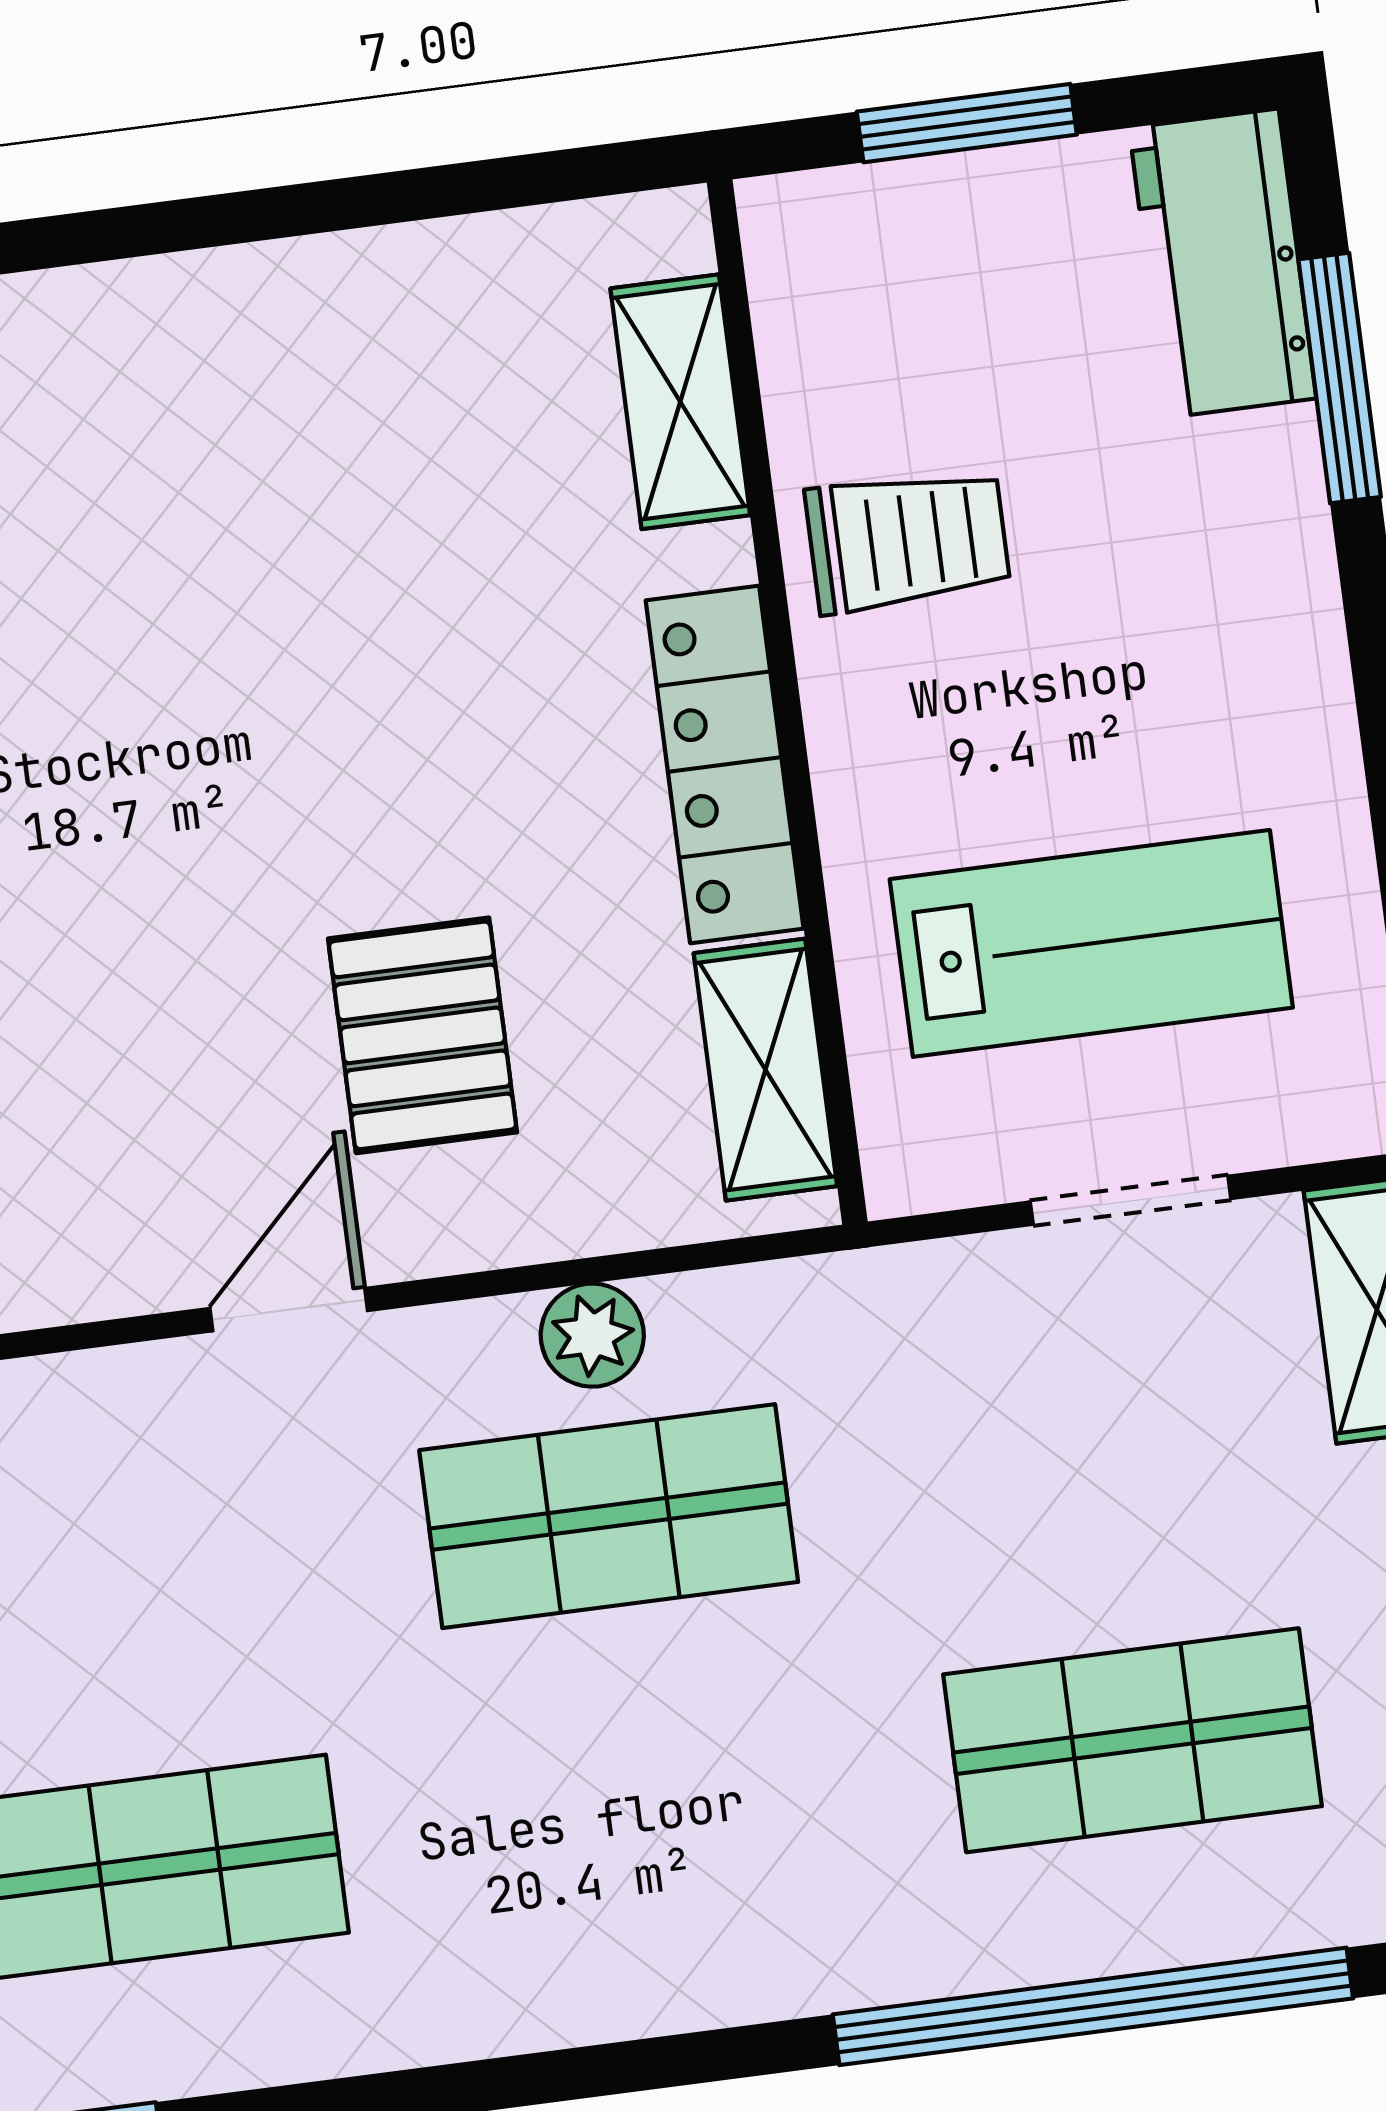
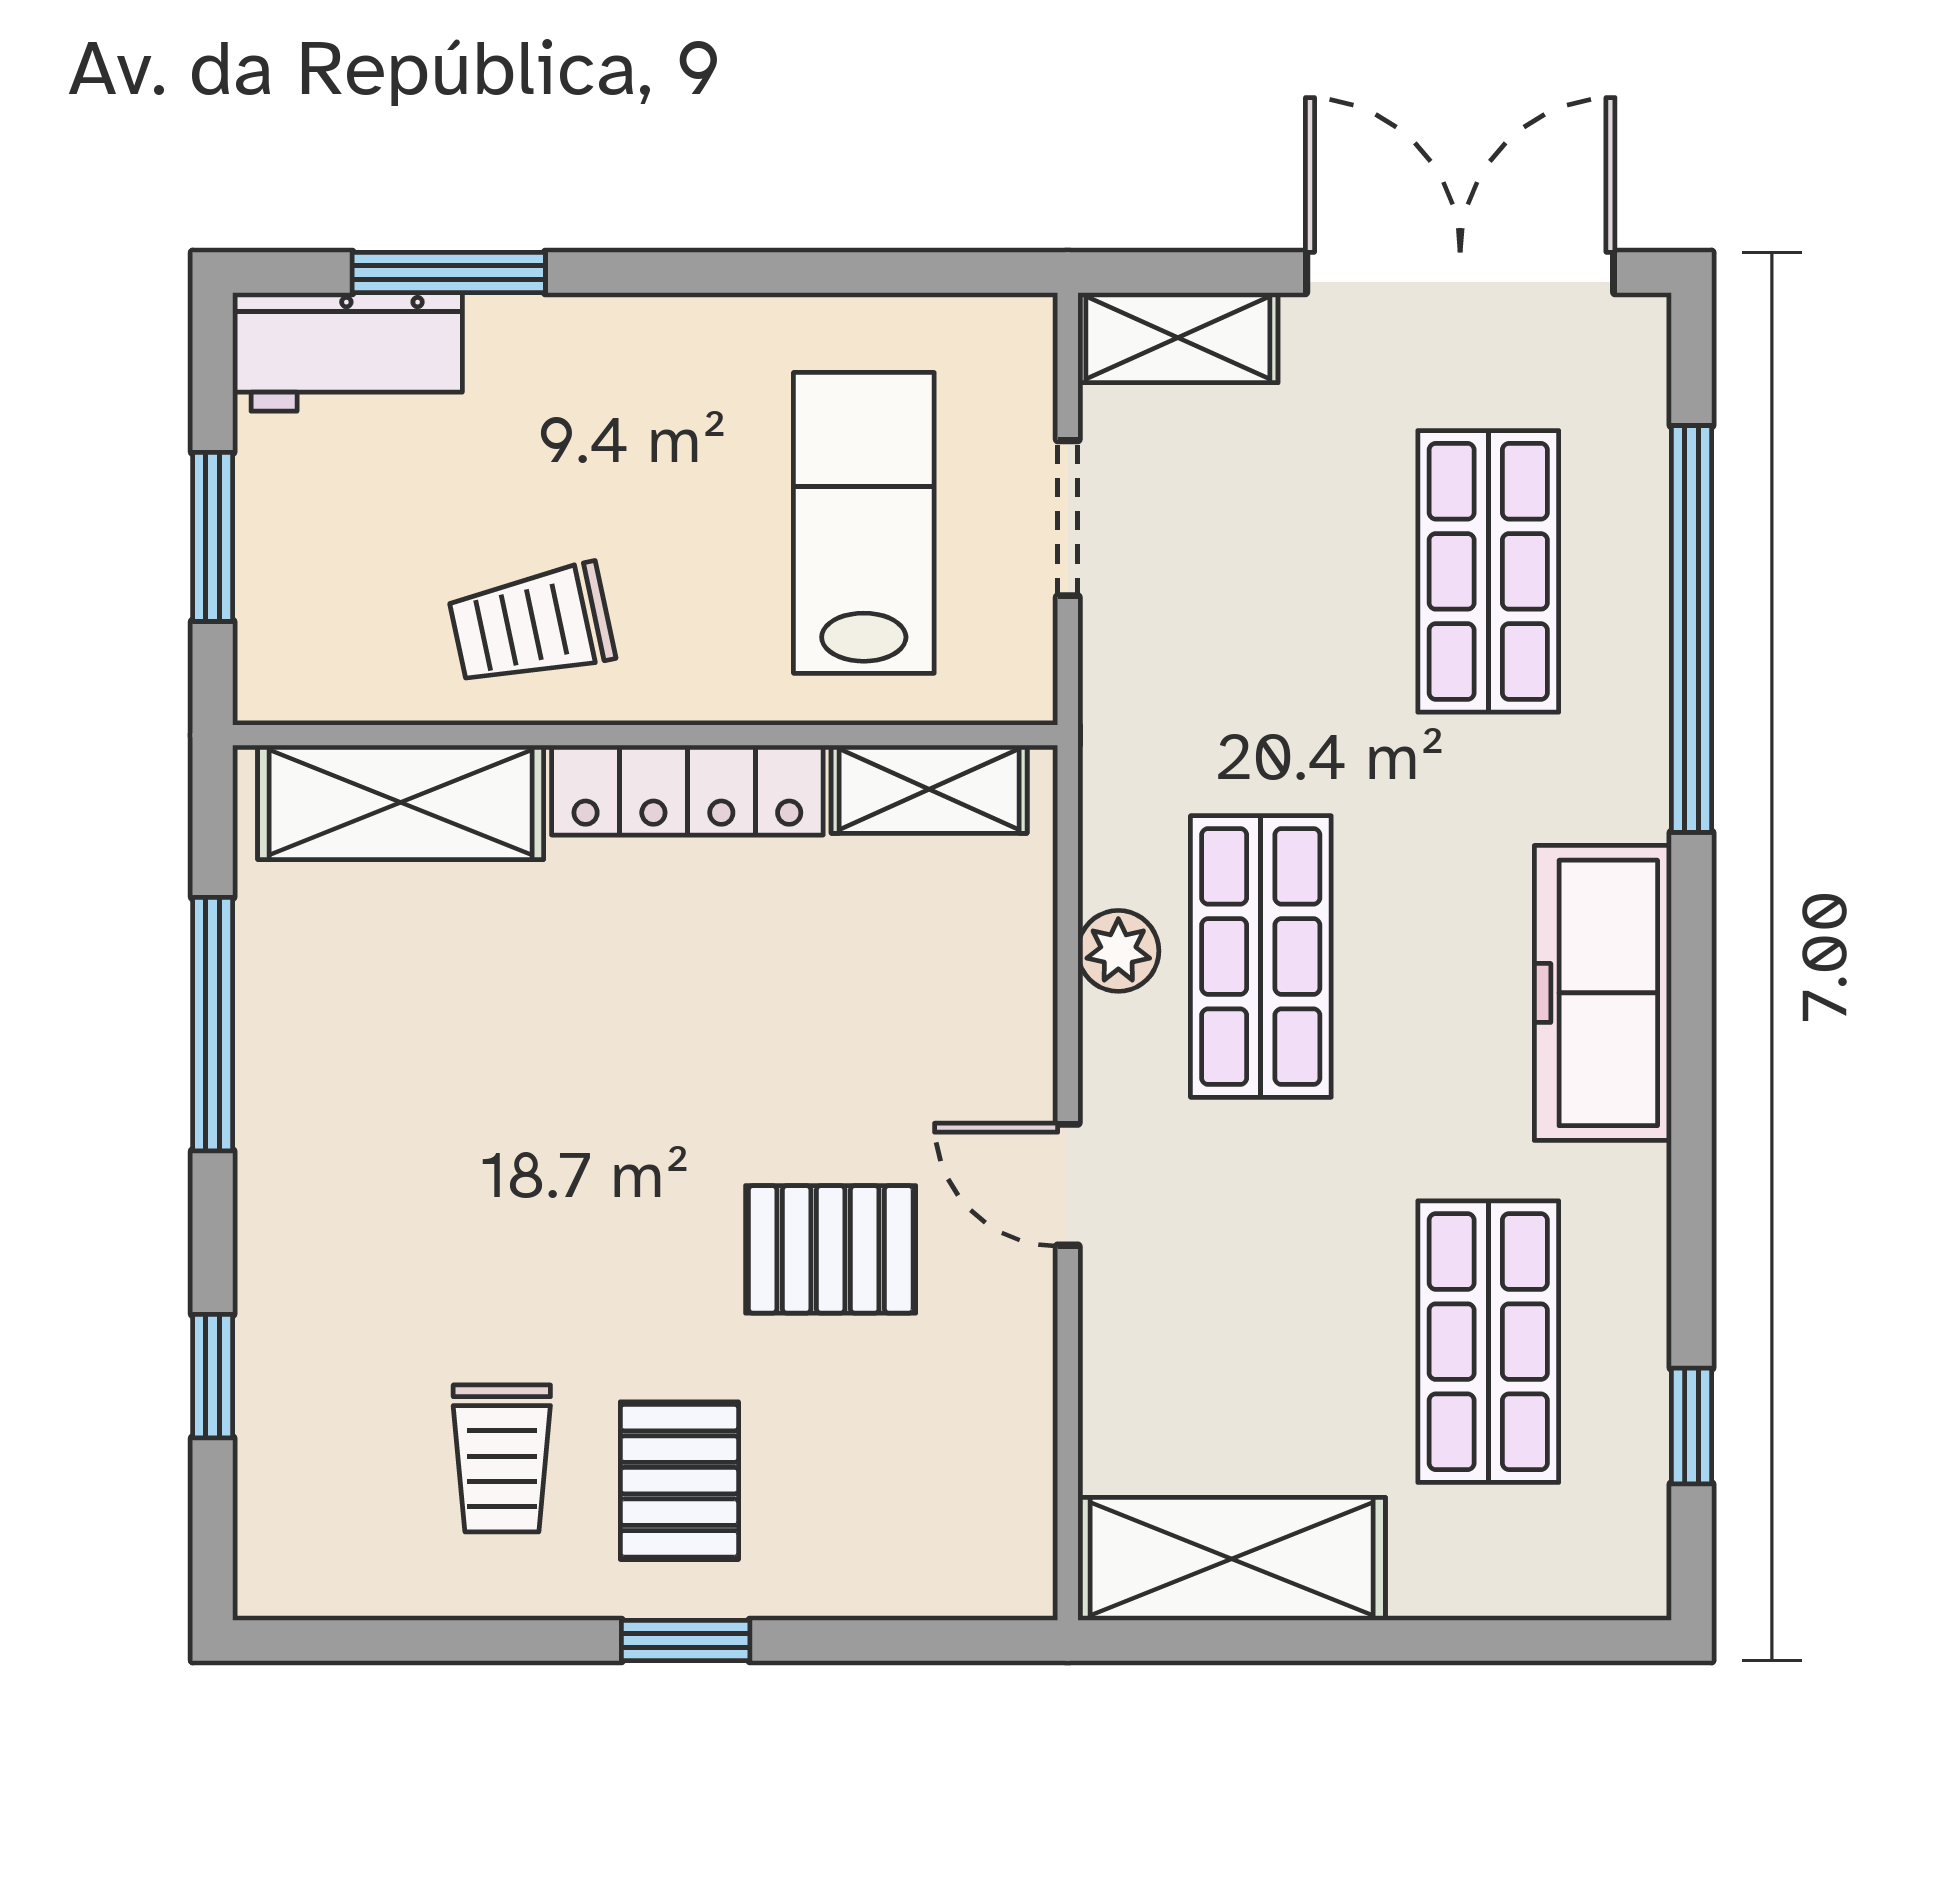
window: (351, 203) -> (213, 1024), added
shelving: (680, 402) -> (401, 802), width x1.50, depth x1.33
trolley: (908, 541) -> (532, 625), turned -102
pallet: (423, 1035) -> (831, 1249), moved
freezer: (619, 1954) -> (1603, 993), added

